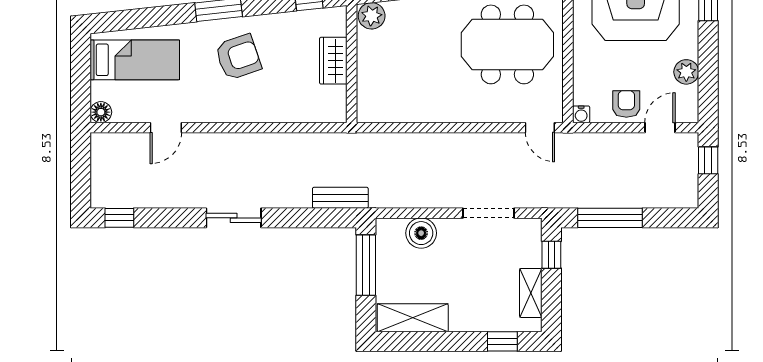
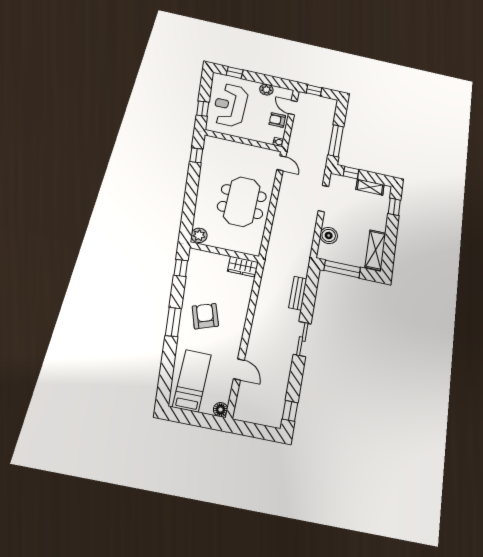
meeting table: (507, 44) -> (242, 201), moved
wardrobe: (333, 61) -> (243, 267), moved
door: (540, 128) -> (281, 163), hinge flipped
bench: (340, 198) -> (298, 293), moved

